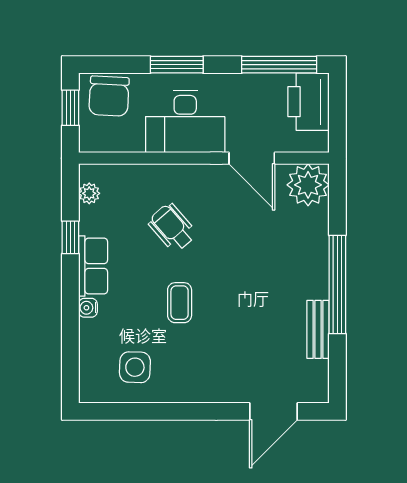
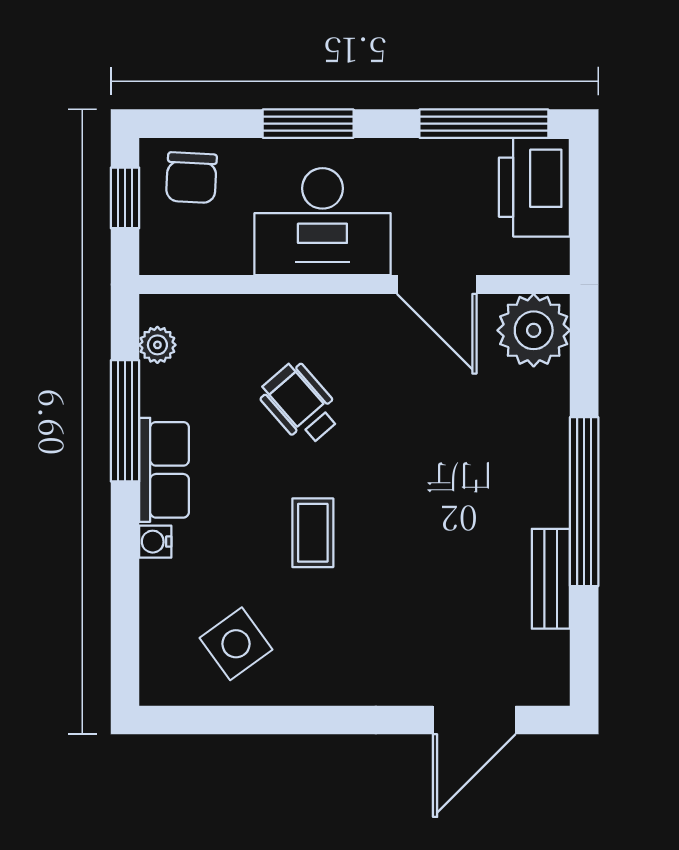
chair: (109, 96) -> (191, 178), width x0.73, depth x0.73
window: (70, 237) -> (125, 421), width x2.17
side table: (135, 367) -> (236, 644), turned -38

